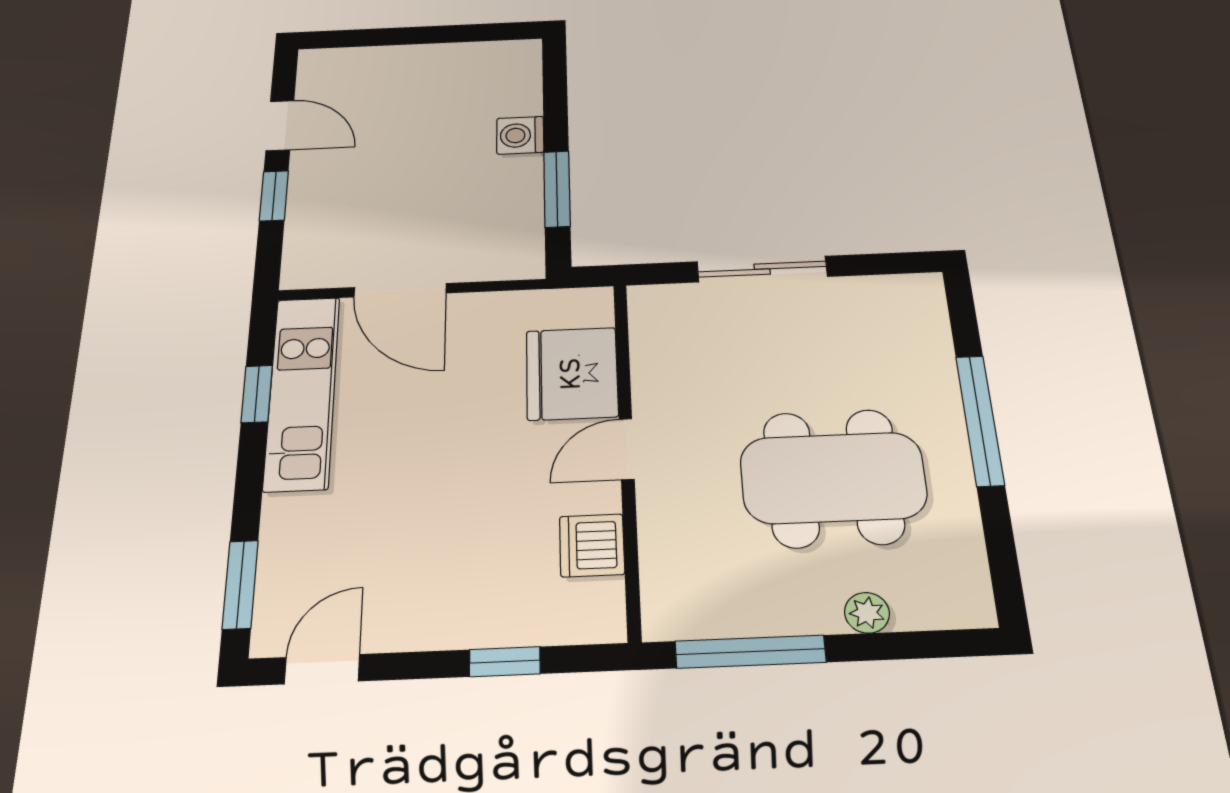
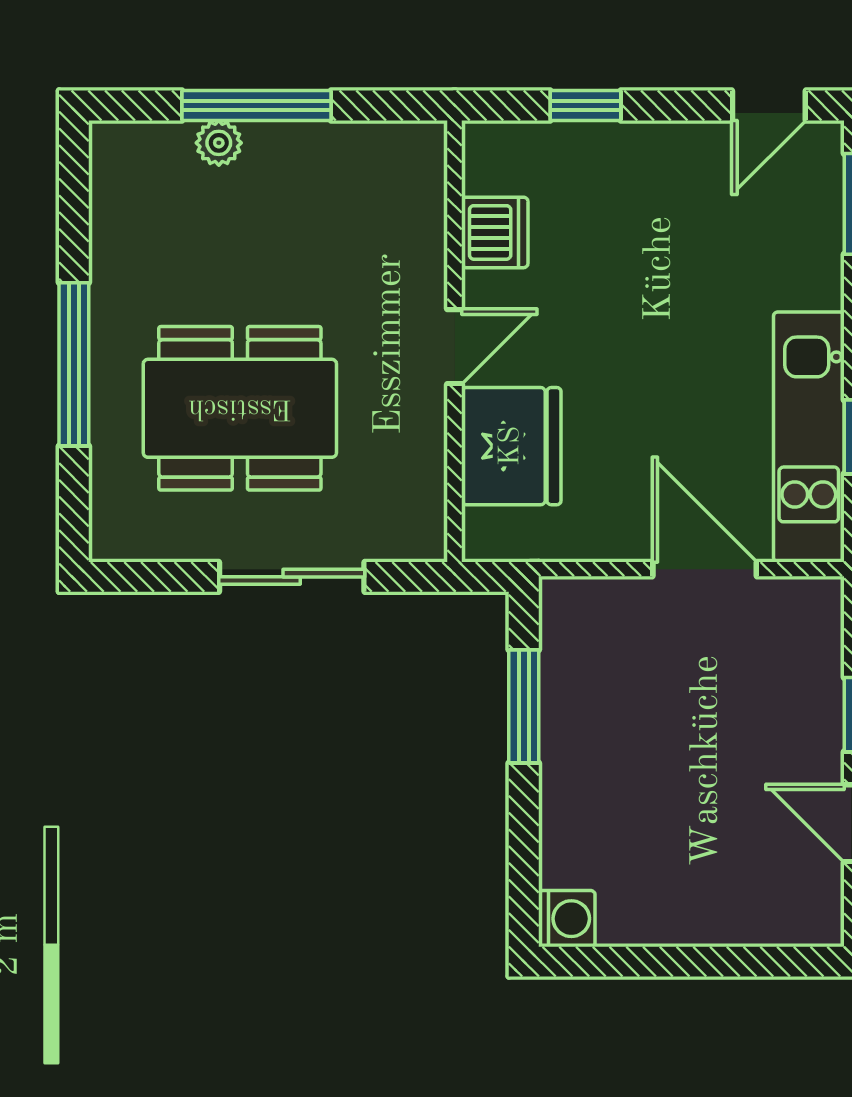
washing machine: (520, 135) -> (567, 919), moved
dining table: (833, 478) -> (240, 408), moved
window: (750, 652) -> (257, 106), moved

